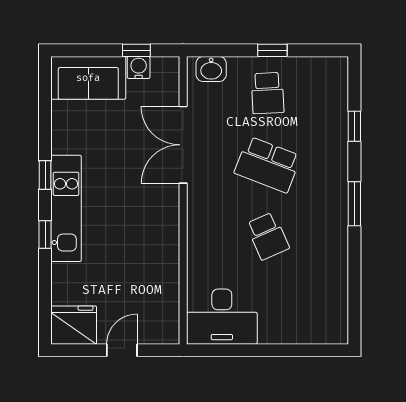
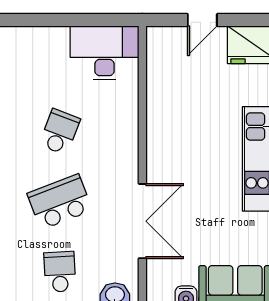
school desk: (268, 165) -> (60, 202), turned -42
school desk: (268, 236) -> (60, 132), turned 45

